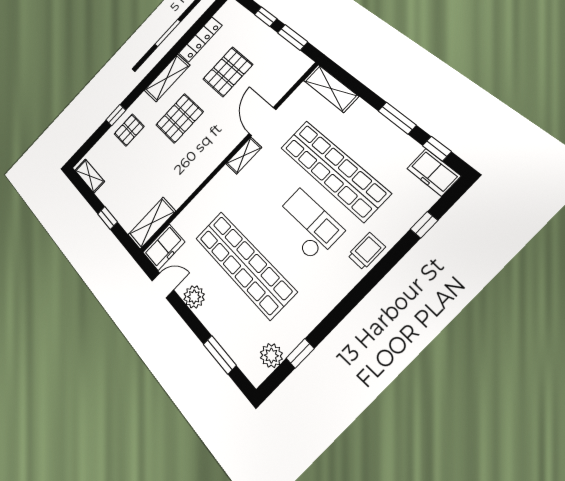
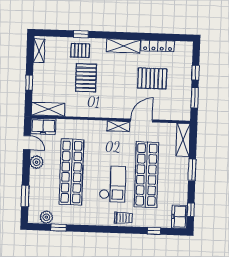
pallet: (180, 118) -> (86, 78), moved, turned 90
window: (397, 118) -> (192, 170), moved

